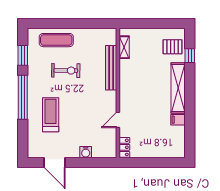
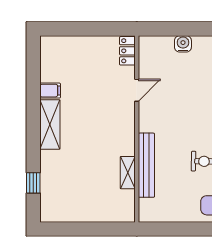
shelving: (124, 47) -> (128, 173), moved
pallet: (173, 47) -> (58, 196), removed
shelving: (178, 88) -> (50, 124), width x0.68

